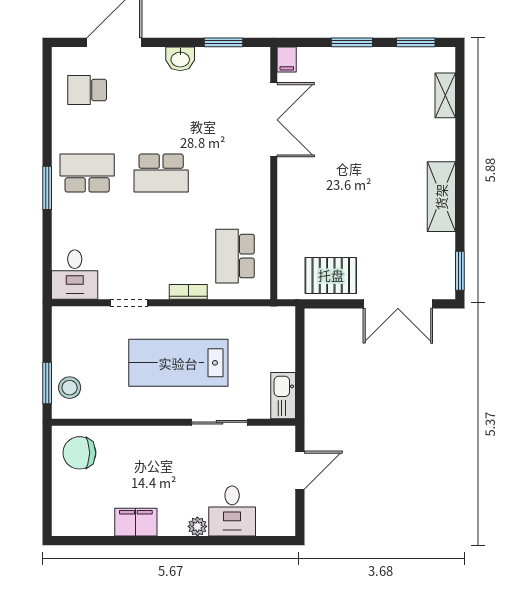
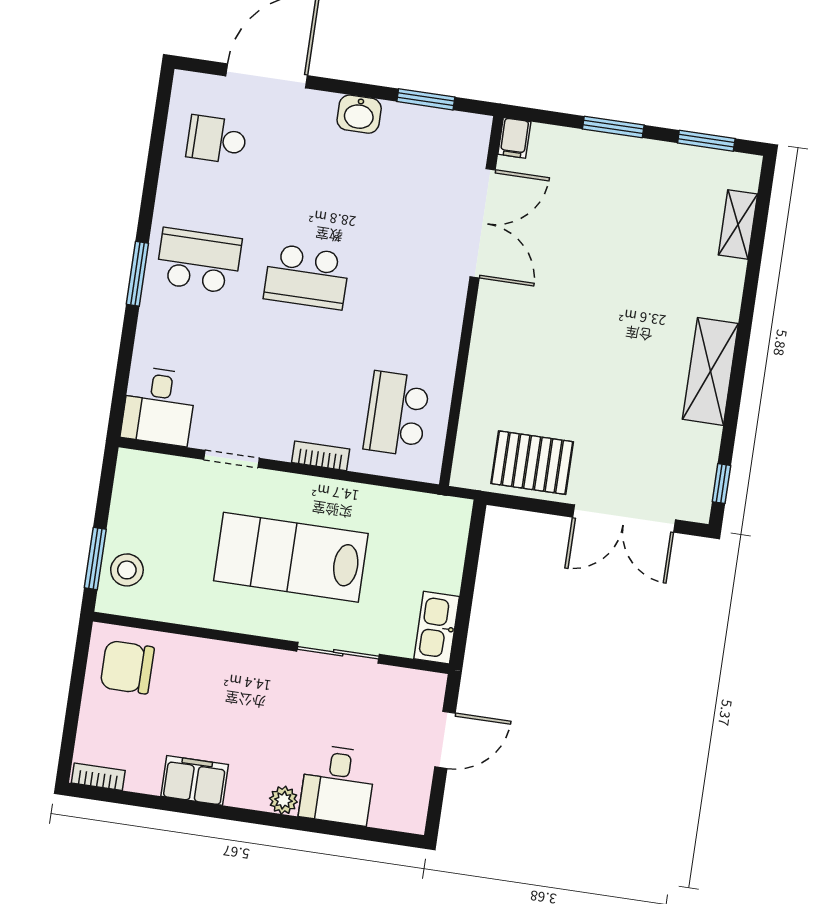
window: (460, 271) -> (721, 484), width x0.67
bookcase: (71, 529) -> (98, 777), added

